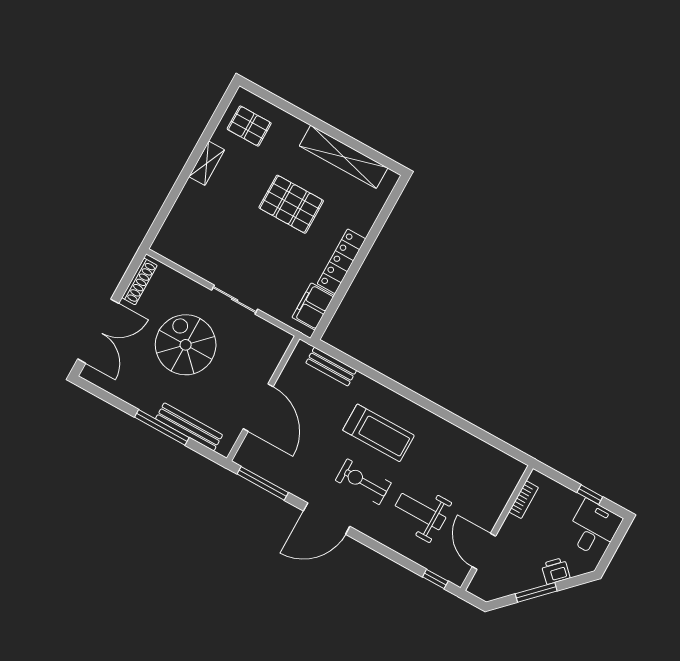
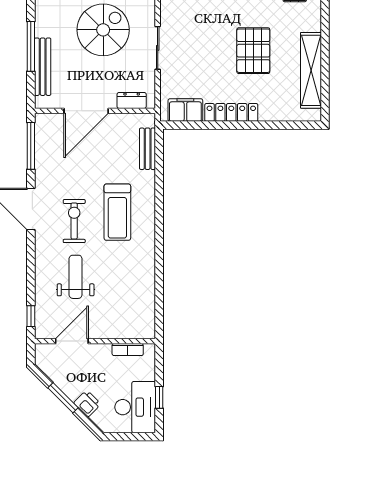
dresser: (273, 356) -> (132, 100), added
desk: (593, 528) -> (135, 407), width x1.37

